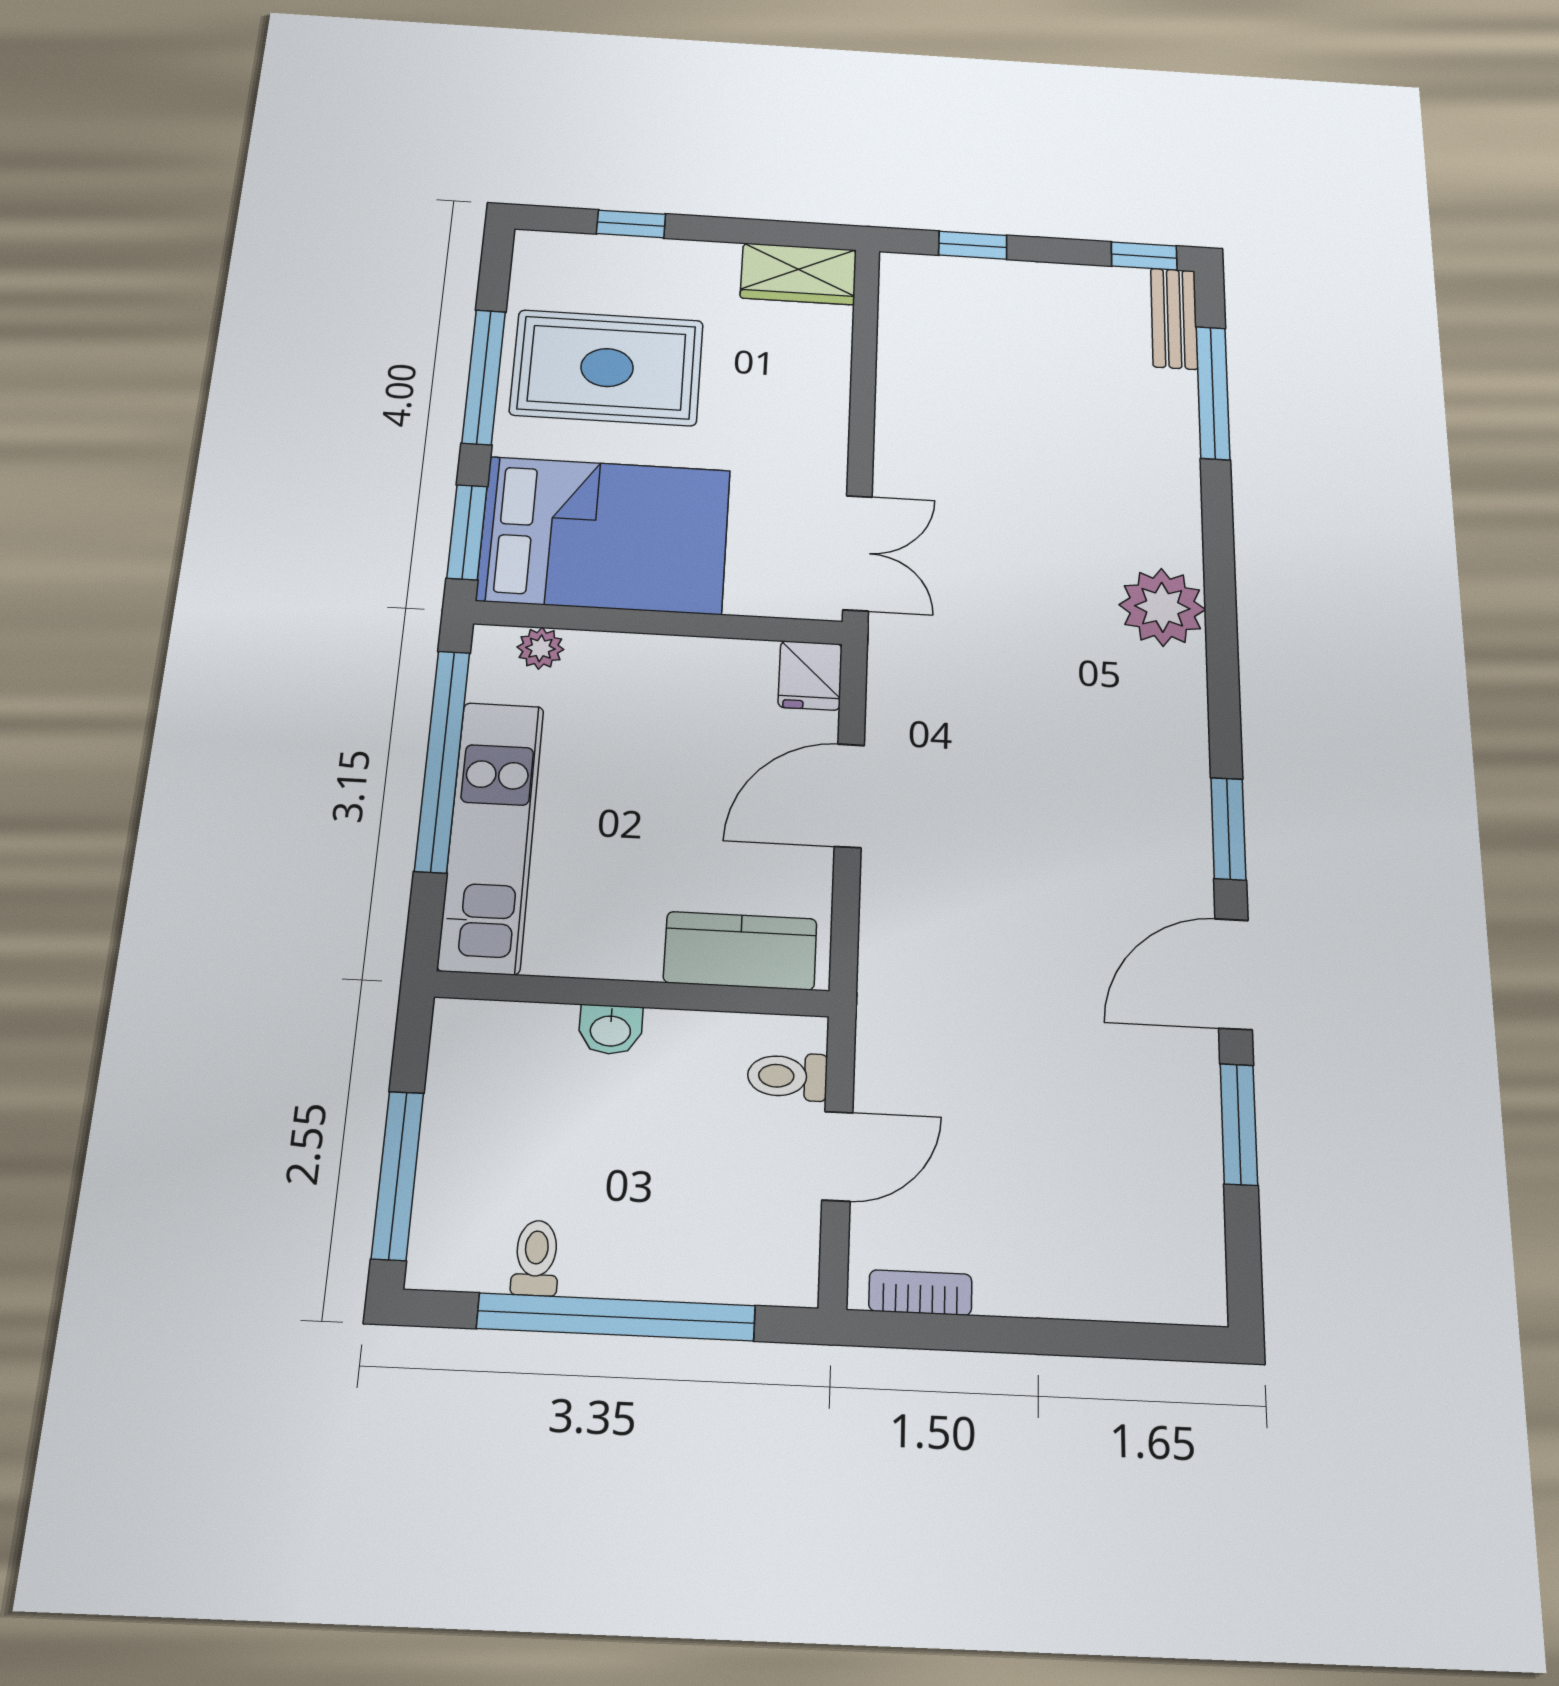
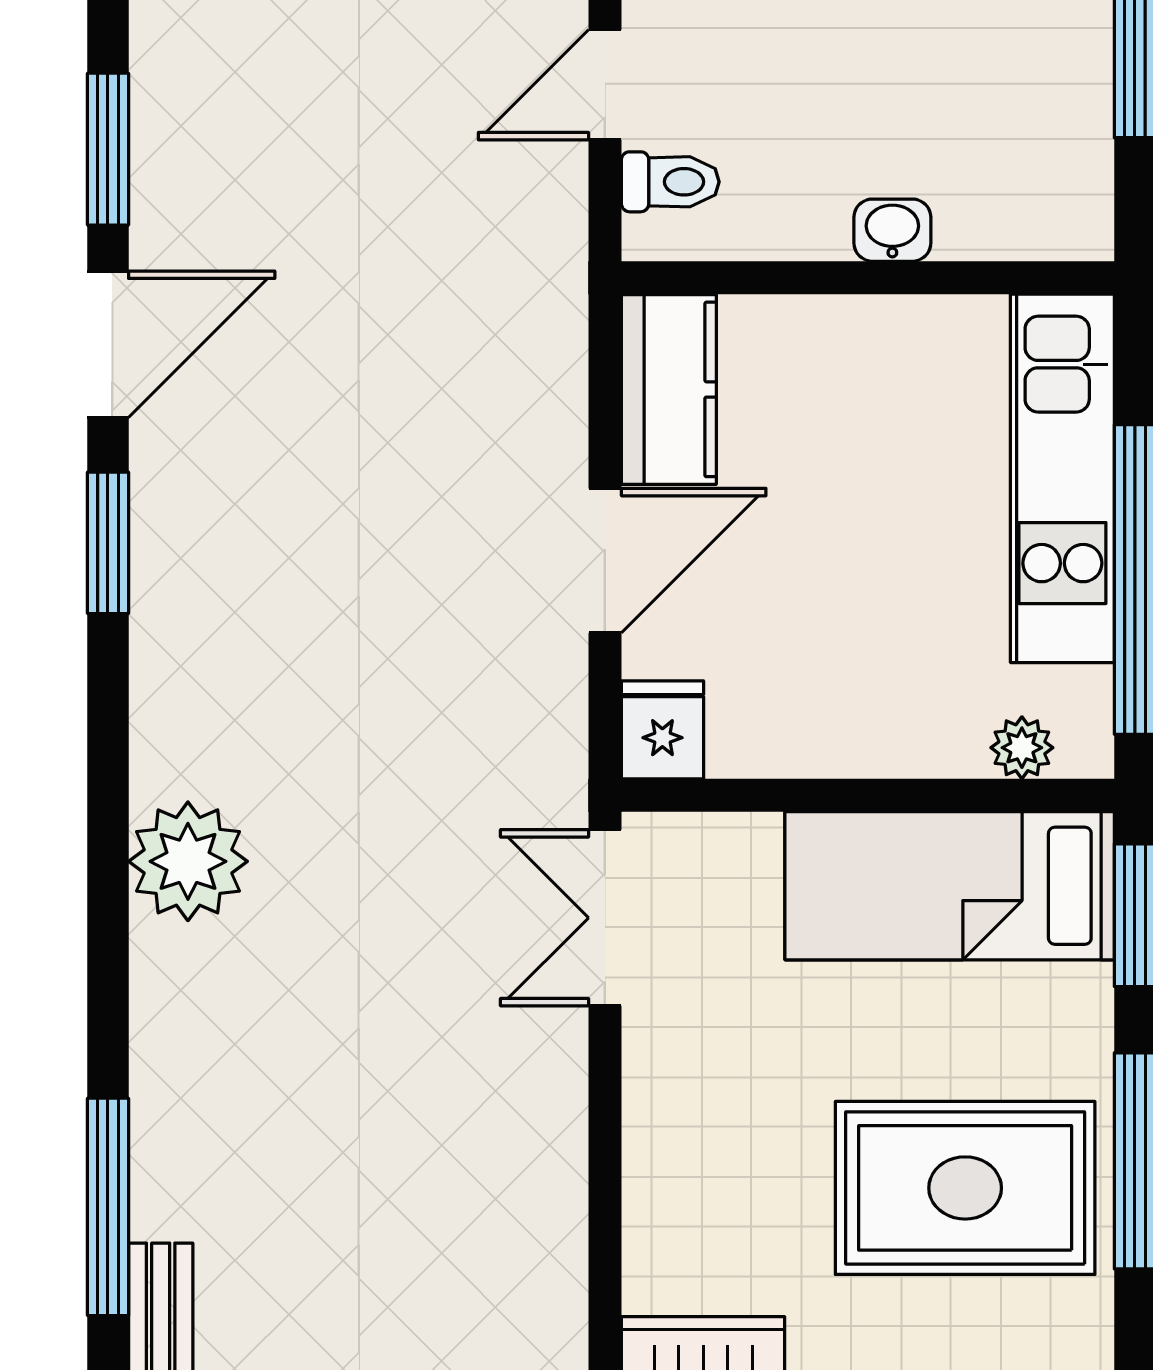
bed: (604, 535) -> (950, 886), width x0.67
kitchen counter: (740, 951) -> (669, 389), moved, turned -90

